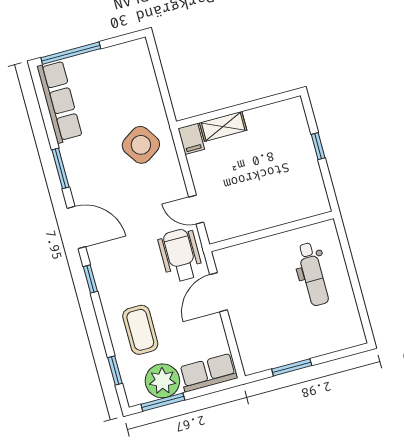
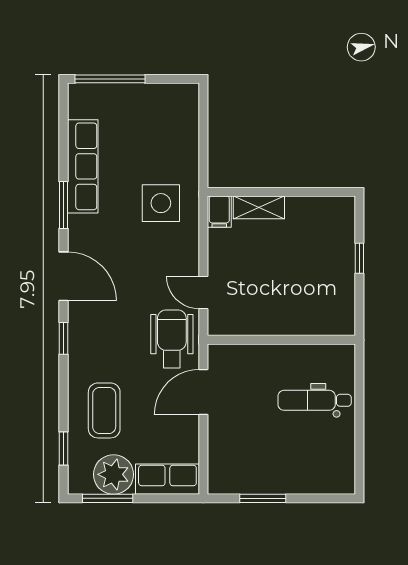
row of seats: (60, 101) -> (83, 166), moved
side table: (141, 145) -> (161, 203), turned 34
dental chair: (313, 274) -> (315, 400), turned 90

